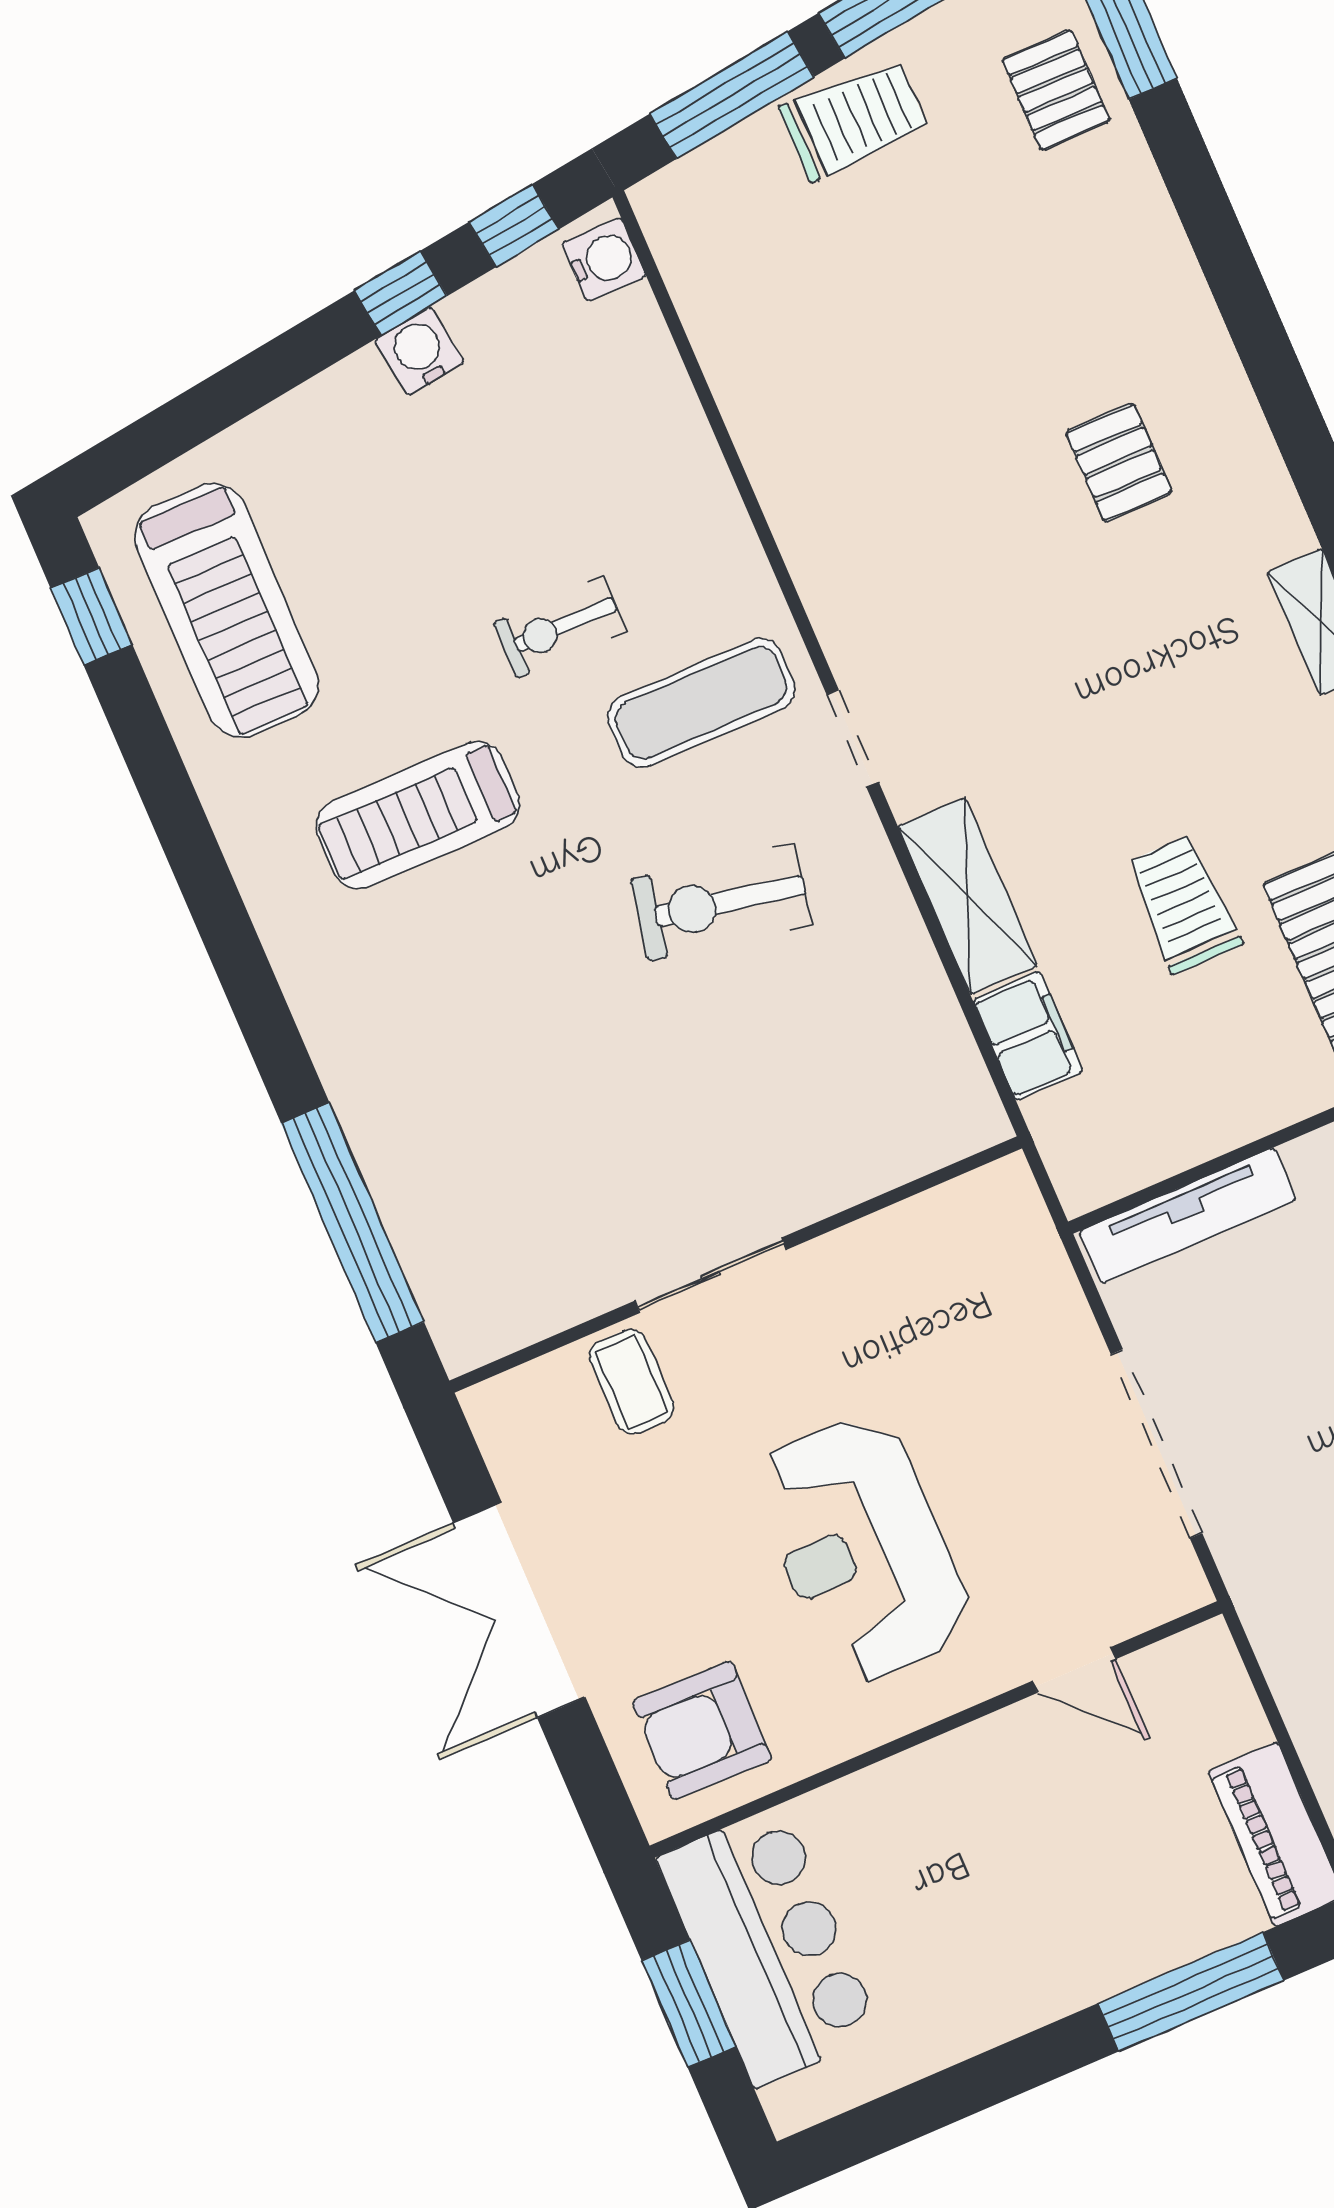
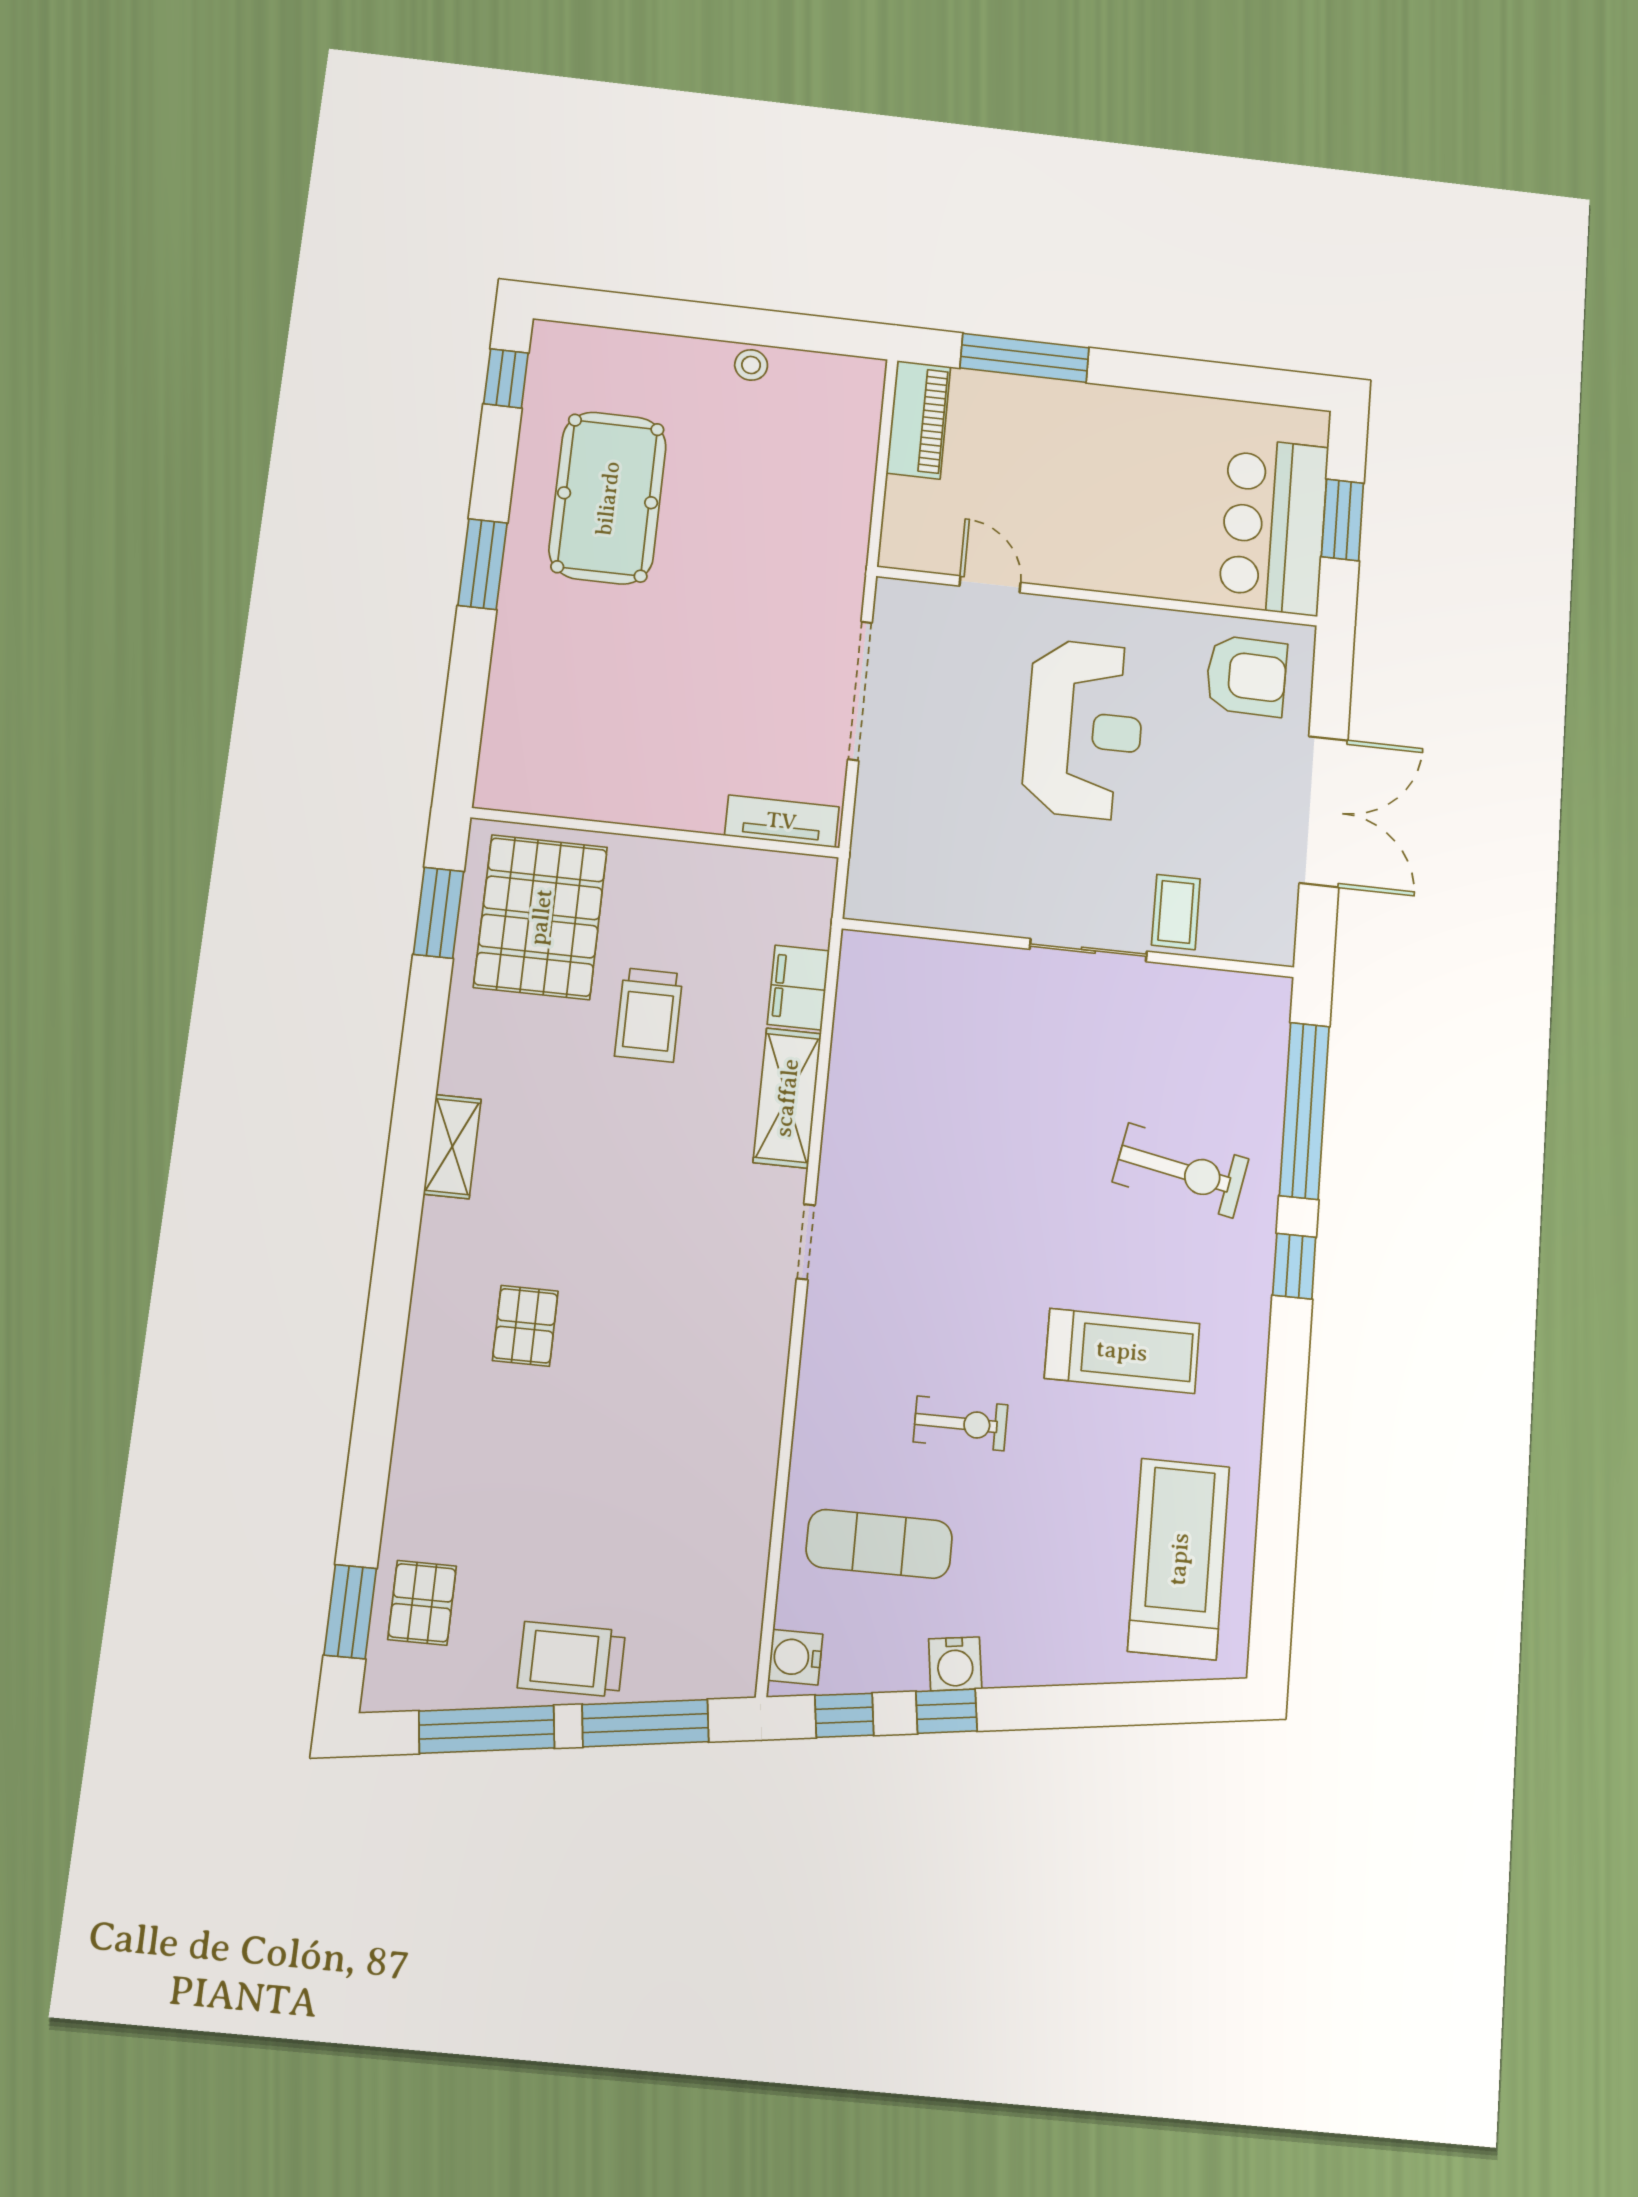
window: (91, 616) -> (1294, 1266), moved
exercise mat: (701, 703) -> (879, 1544), moved
exercise bike: (722, 902) -> (1181, 1170), moved
tv unit: (1188, 1216) -> (782, 821), width x0.71

